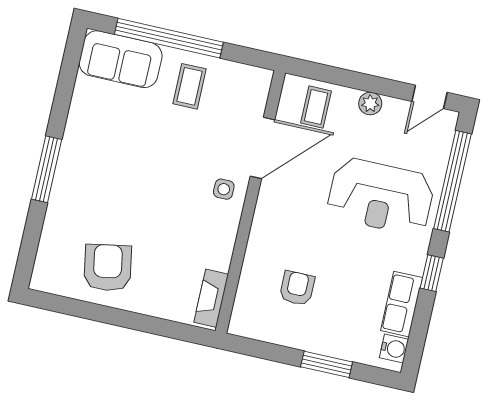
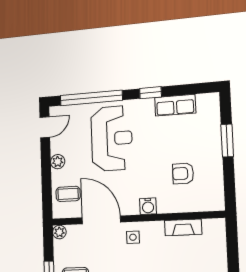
plant: (262, 78) -> (59, 232), added
door: (430, 97) -> (45, 127), hinge flipped
fireplace: (211, 298) -> (183, 227), moved
water cooler: (394, 349) -> (148, 206), moved, turned 180

